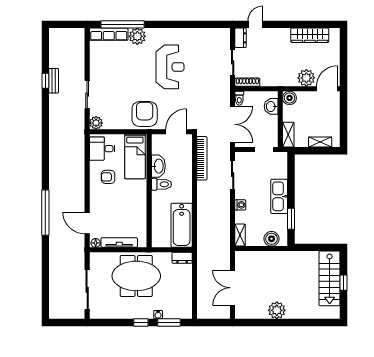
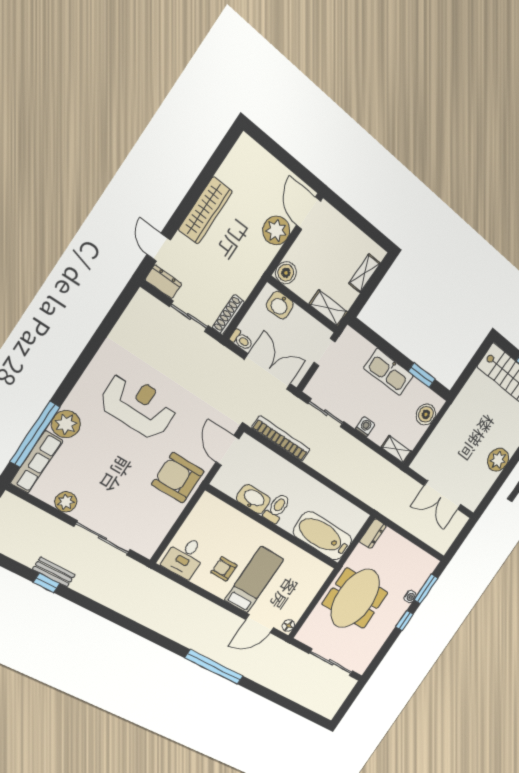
wardrobe: (310, 35) -> (205, 210), moved
sliding door: (87, 95) -> (102, 538), width x1.37
plant: (96, 123) -> (66, 502), moved
bed: (135, 156) -> (254, 580), moved, turned -90
armchair: (108, 177) -> (224, 569), turned 90
bathtub: (182, 225) -> (323, 536), moved, turned 180
tv unit: (119, 242) -> (307, 598), removed

